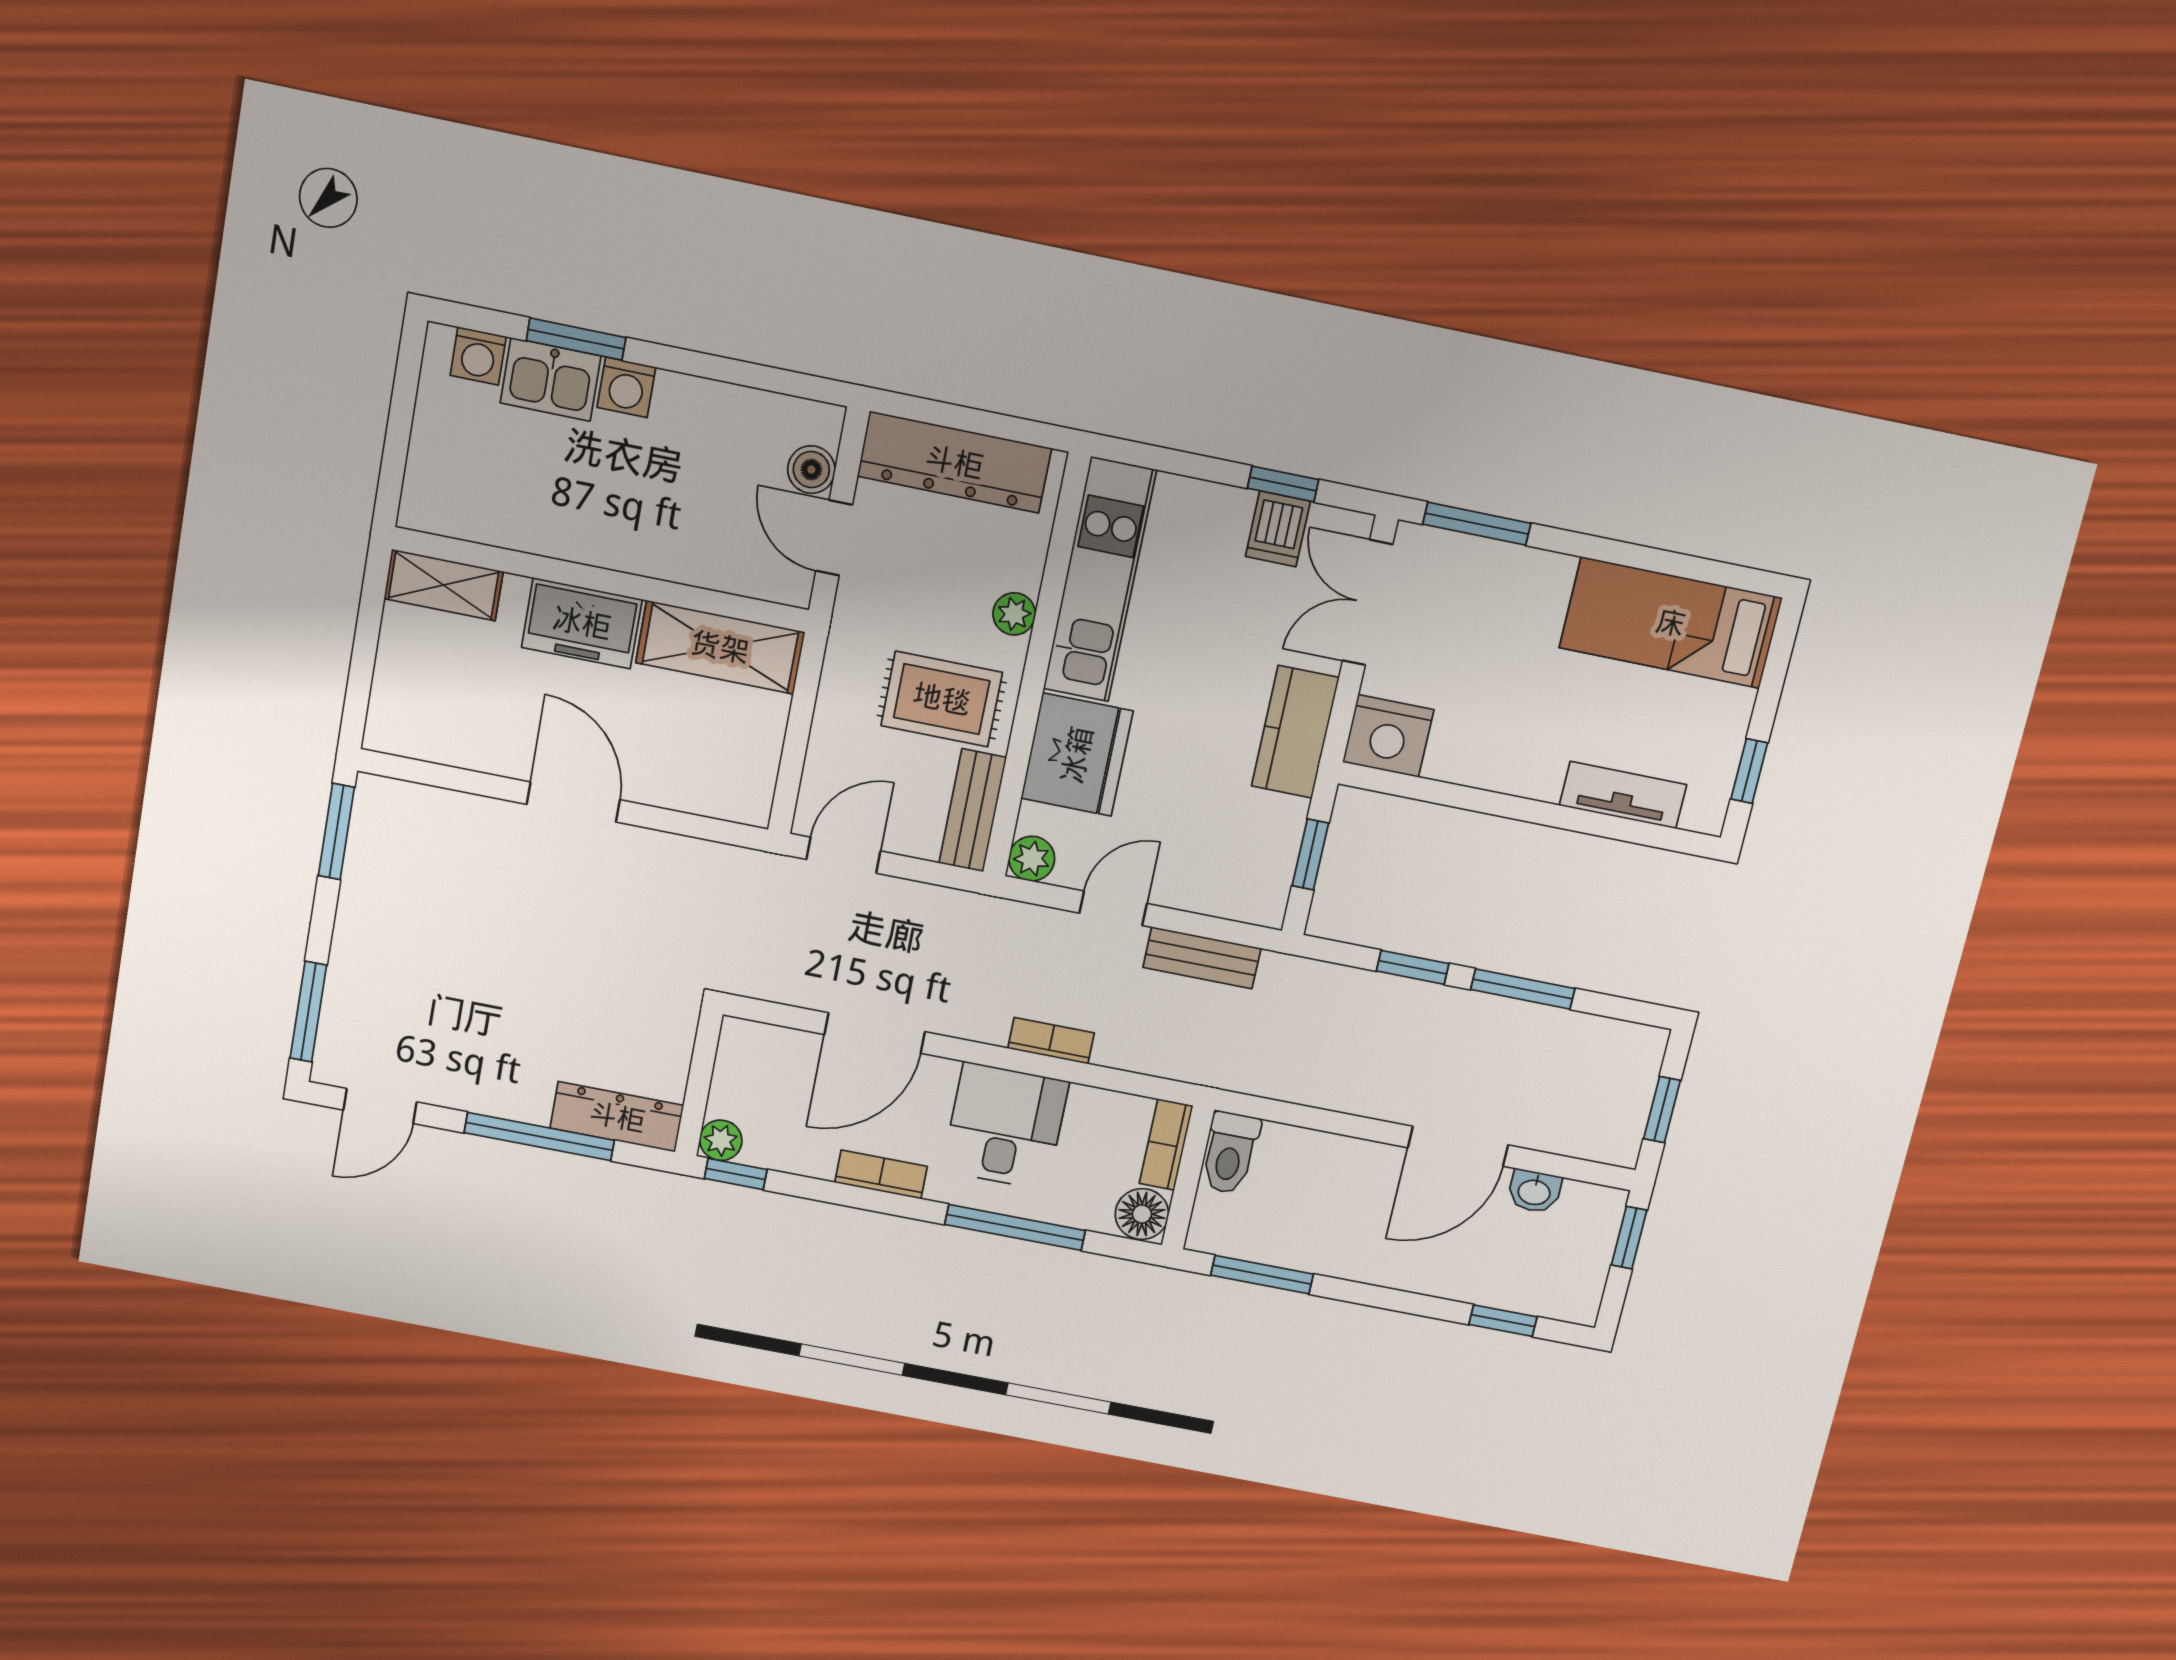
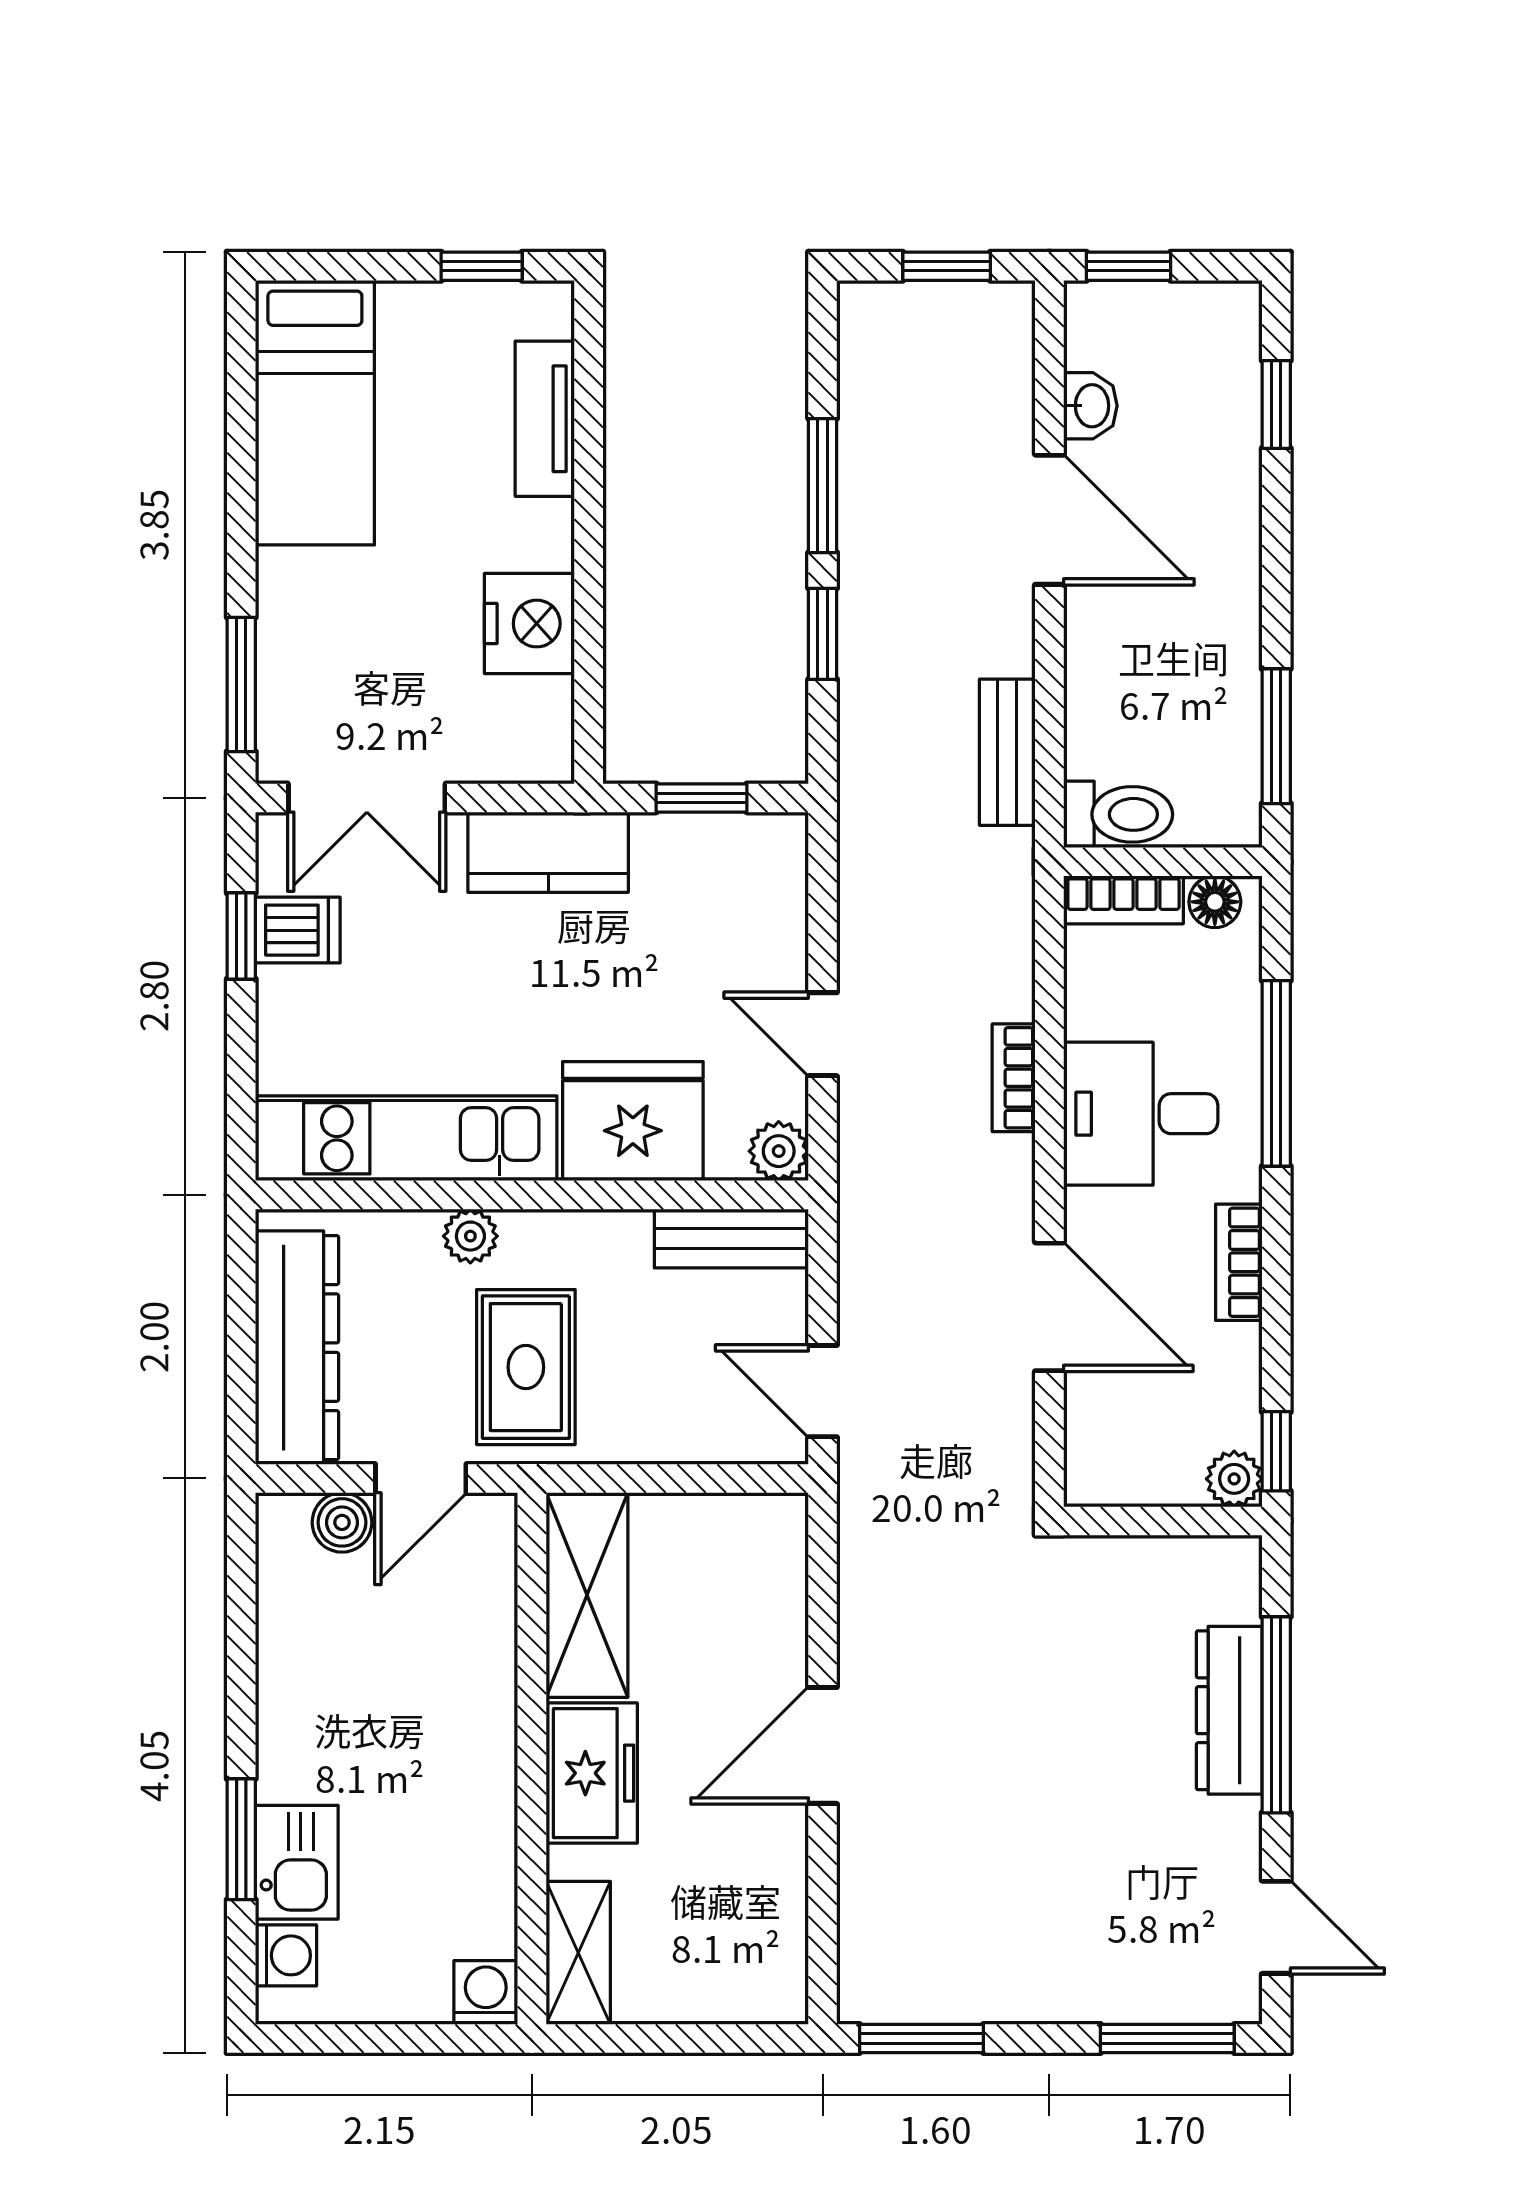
washing machine: (626, 387) -> (486, 1992), moved, turned -90
rug: (942, 699) -> (526, 1367), moved
nightstand: (1388, 736) -> (529, 624), moved
bench: (1202, 958) -> (1007, 752), moved
dresser: (617, 1117) -> (1229, 1710), moved
floor lamp: (1142, 1214) -> (1215, 902), width x0.73, depth x0.73

